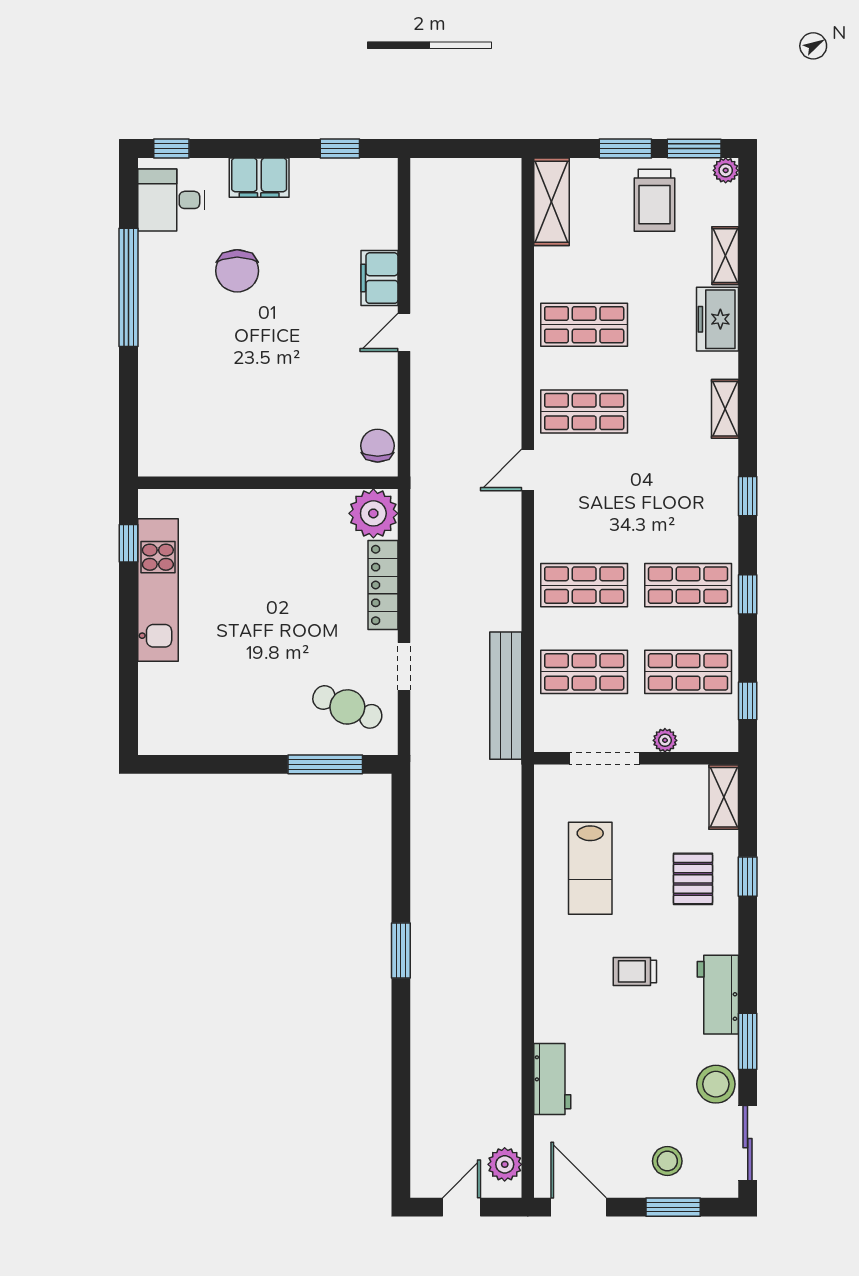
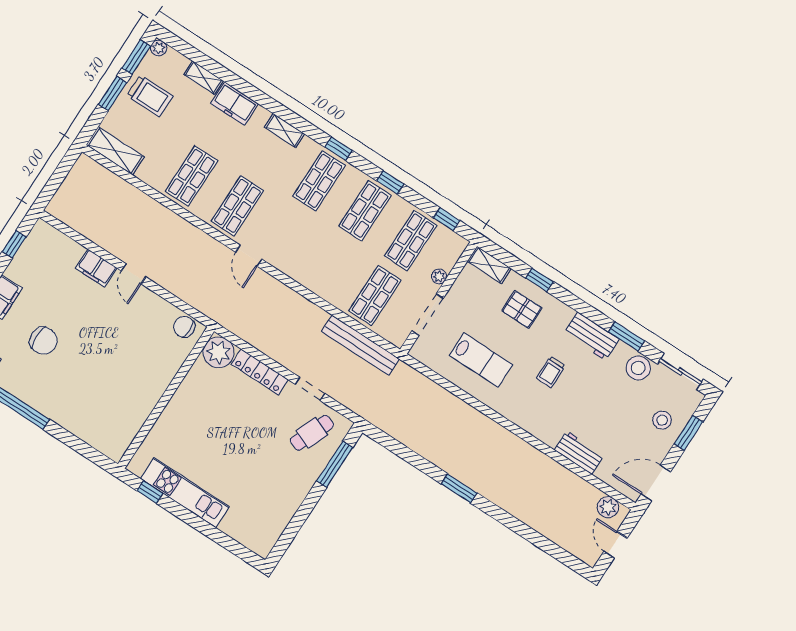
shop shelf: (584, 585) -> (319, 181), moved

